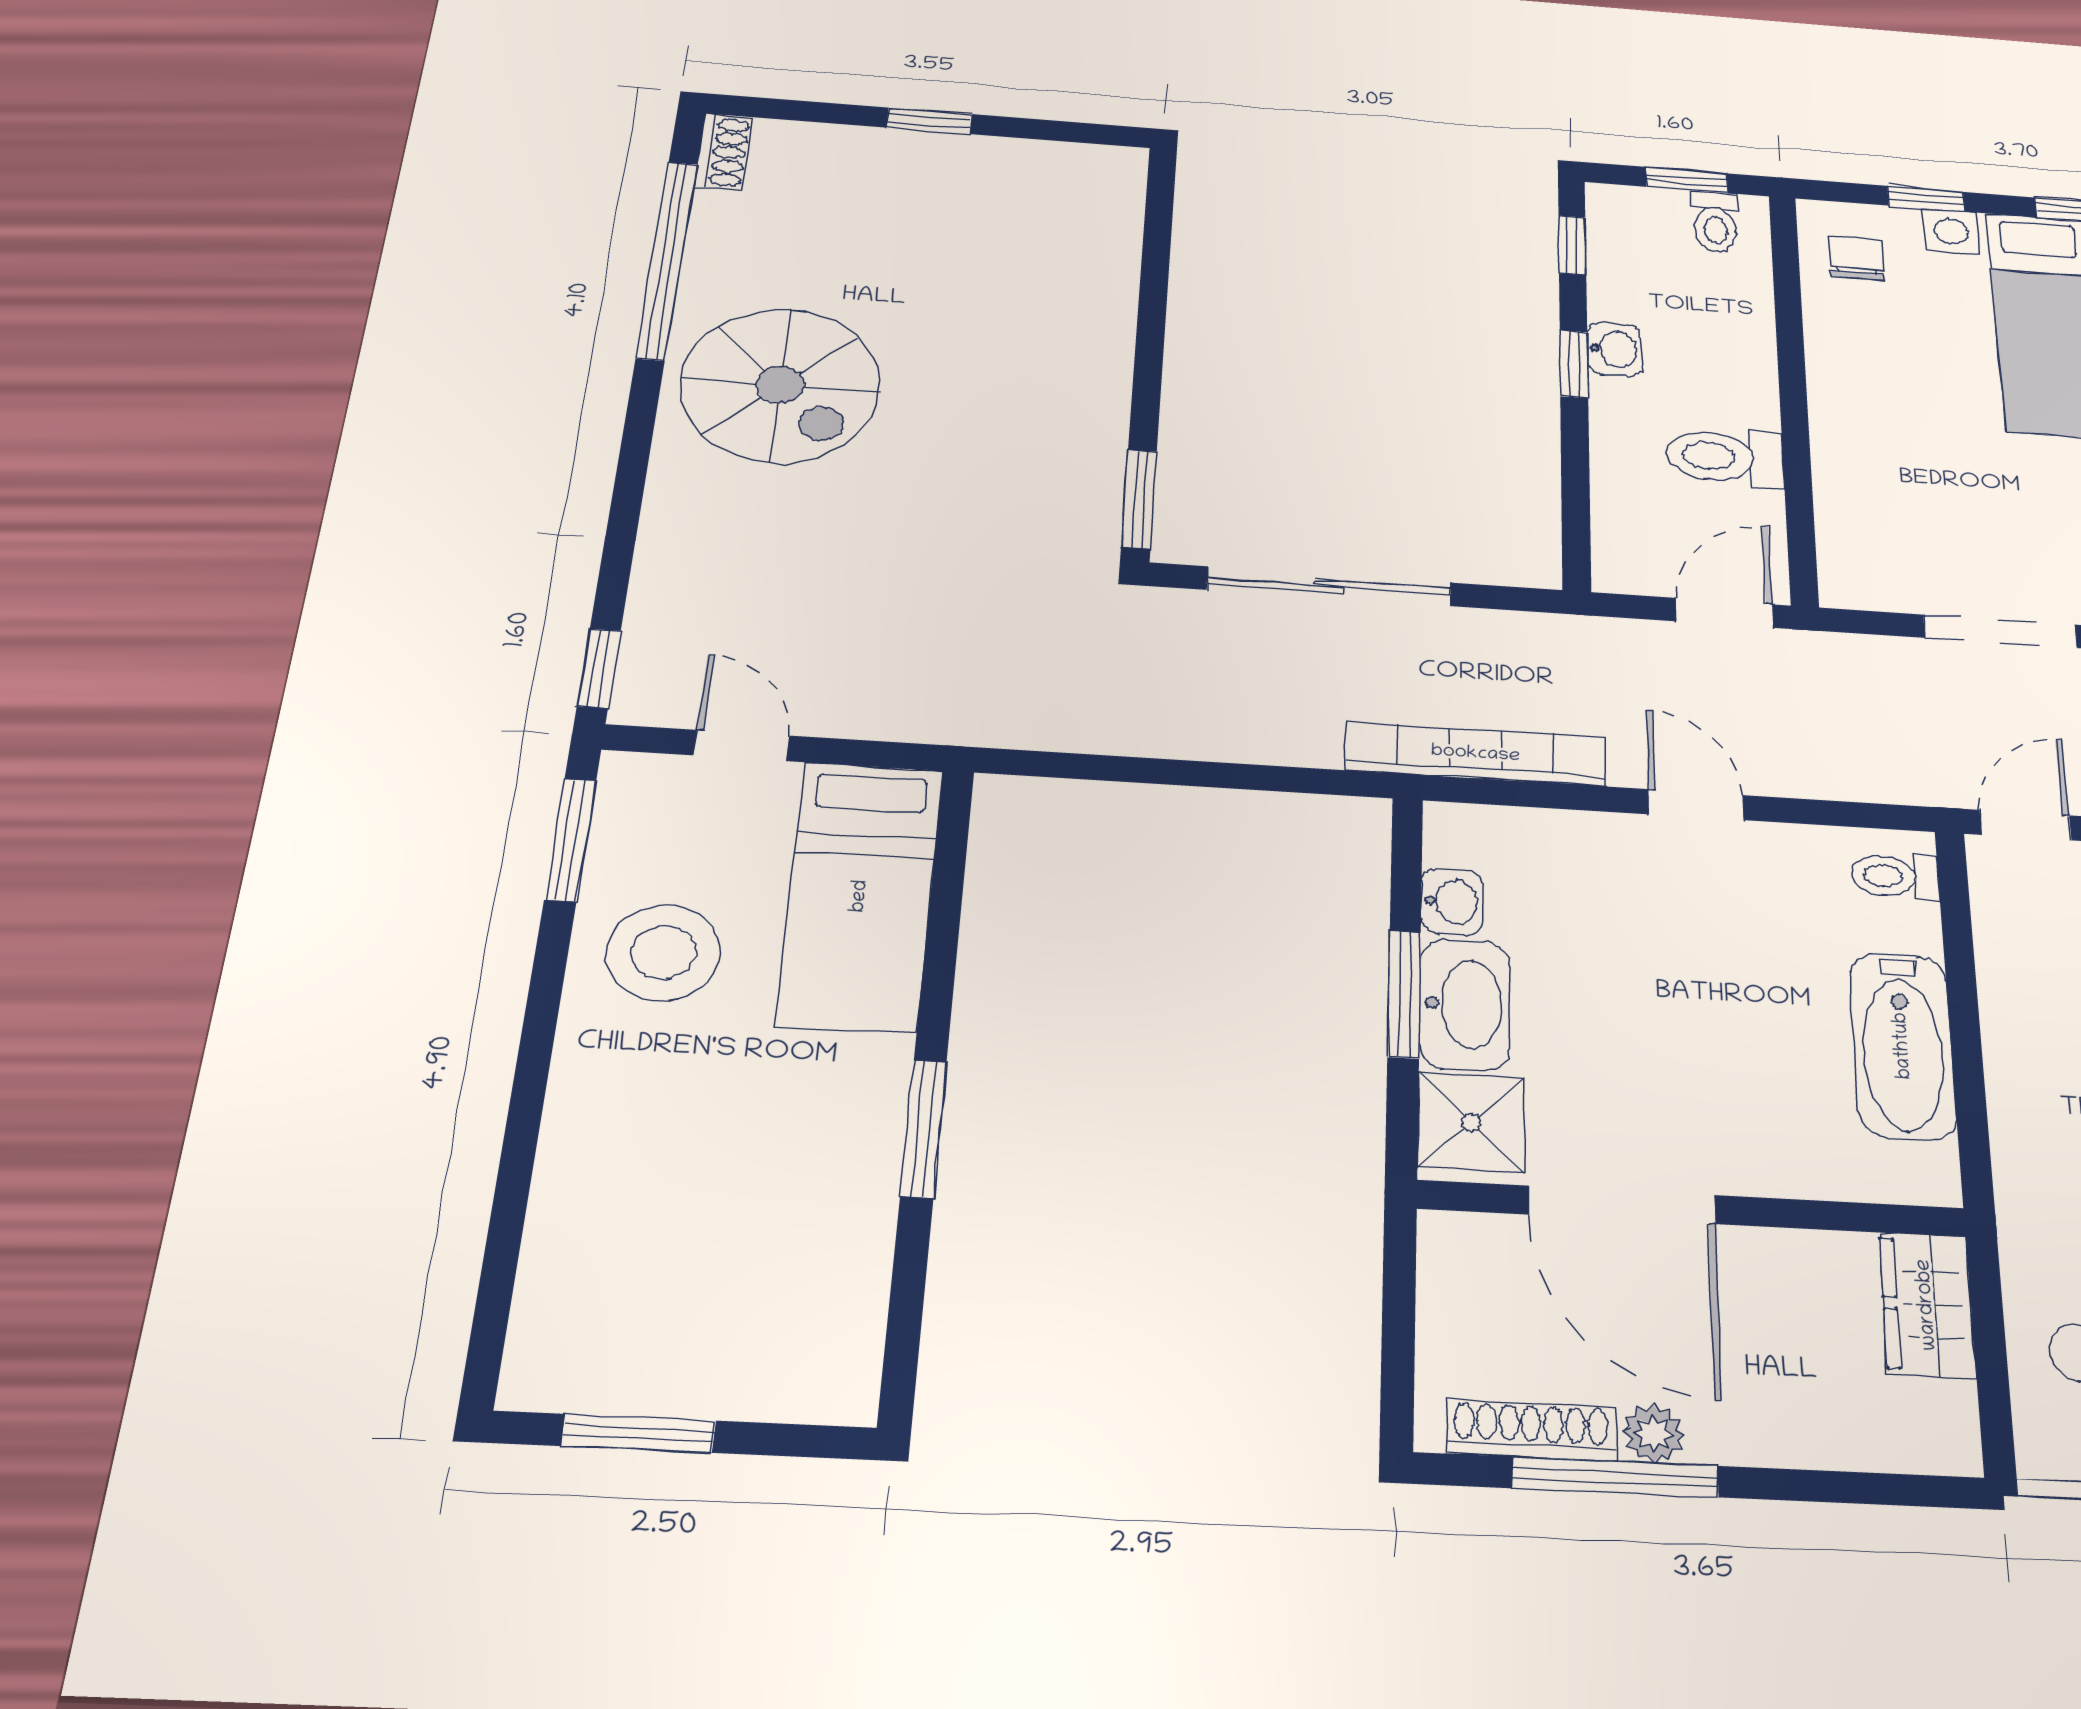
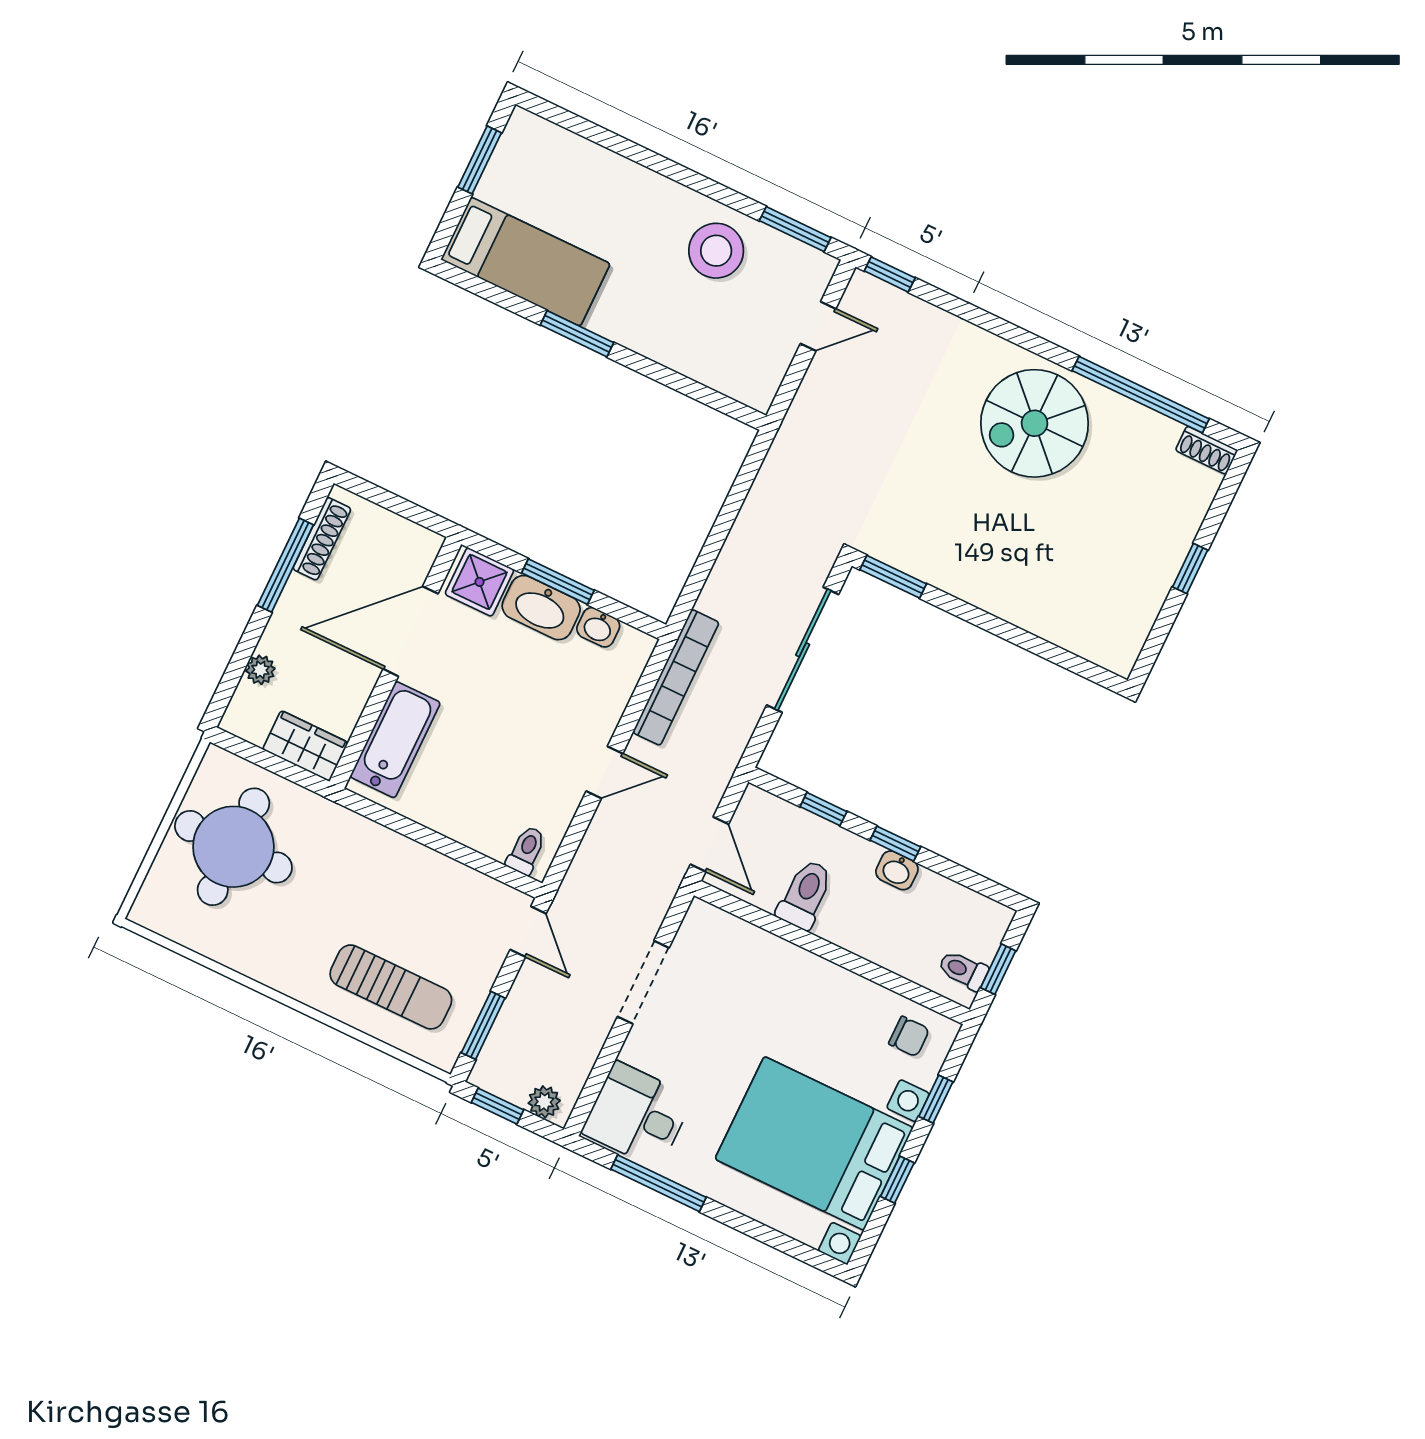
window: (1572, 245) -> (823, 809), moved
bed: (860, 896) -> (525, 262), moved, turned 180
bathtub: (1903, 1046) -> (395, 740), moved, turned 90
plant: (1654, 1434) -> (260, 670), moved

